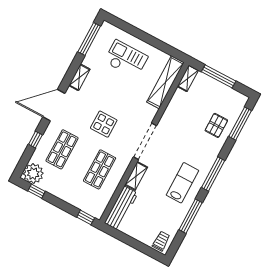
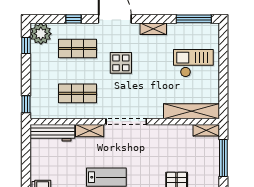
checkout: (126, 59) -> (193, 63), turned -90
display table: (104, 124) -> (121, 63), moved

